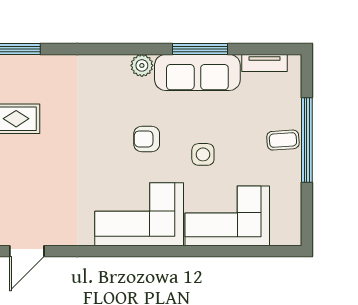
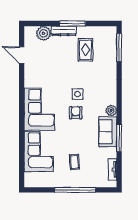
sofa: (197, 72) -> (108, 132), width x0.73
coffee table: (283, 140) -> (74, 162), moved
side table: (203, 154) -> (77, 94), moved

